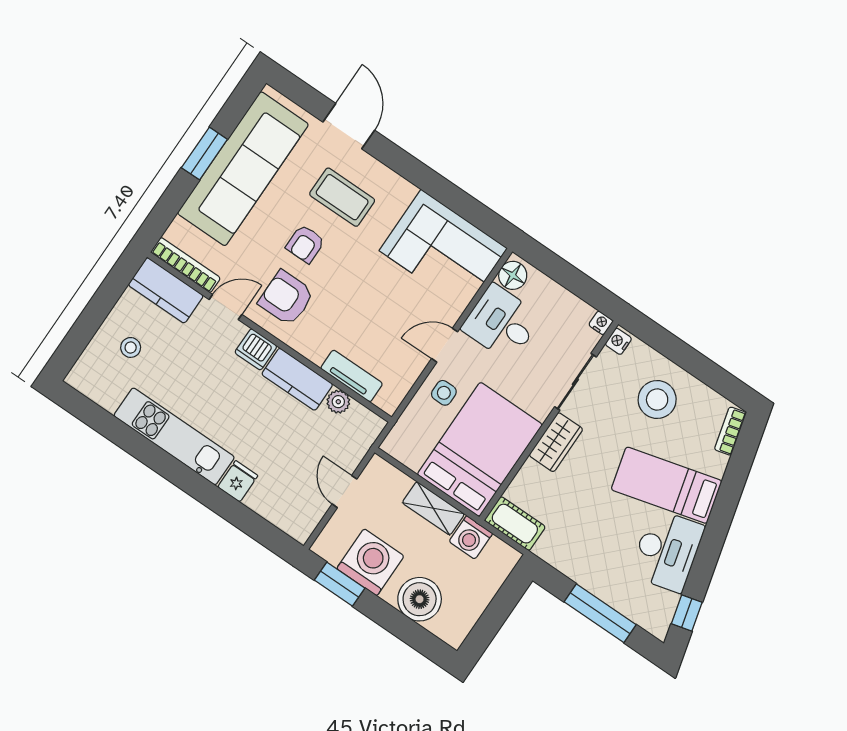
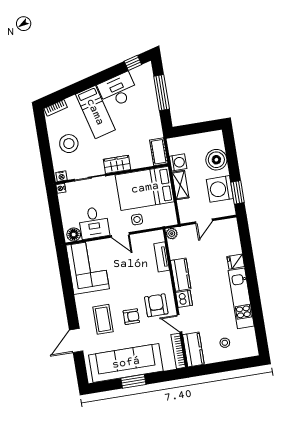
armchair: (286, 298) -> (156, 305), turned 180
plant: (338, 402) -> (172, 234), moved

